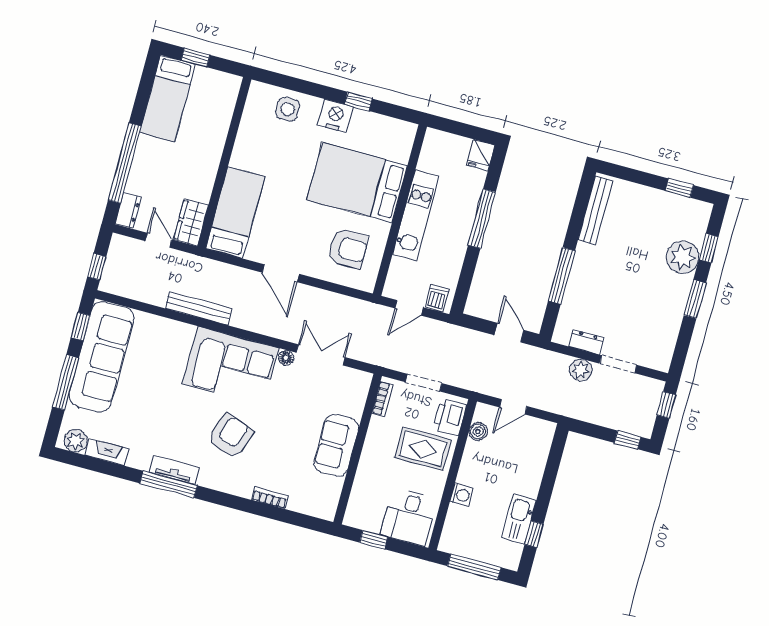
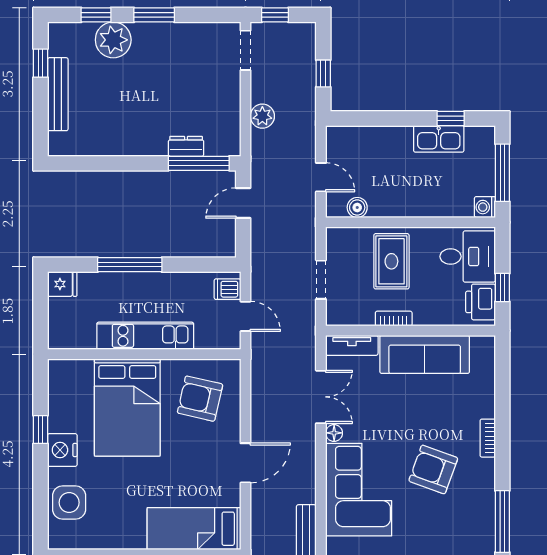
side table: (288, 109) -> (69, 503), width x1.37, depth x1.37
bench: (596, 210) -> (58, 94), moved, turned 90
armchair: (348, 249) -> (200, 399), turned -77
window: (562, 276) -> (199, 163), moved
dresser: (586, 342) -> (186, 146), moved, turned 90
double door: (321, 355) -> (321, 397), swing flipped
doorway: (618, 364) -> (246, 50), moved
bookcase: (382, 399) -> (394, 319), moved
printer: (450, 417) -> (480, 302), moved, turned 90
window: (628, 440) -> (323, 73), moved
sofa: (336, 445) -> (425, 354), width x1.36
tv unit: (174, 470) -> (352, 345), moved, turned -90
washing machine: (461, 495) -> (485, 207), moved, turned -90
bookcase: (270, 498) -> (488, 438), moved

